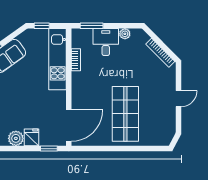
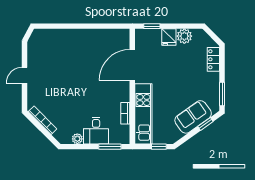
shop shelf: (125, 114) -> (77, 60), removed
door: (69, 126) -> (132, 65), moved

